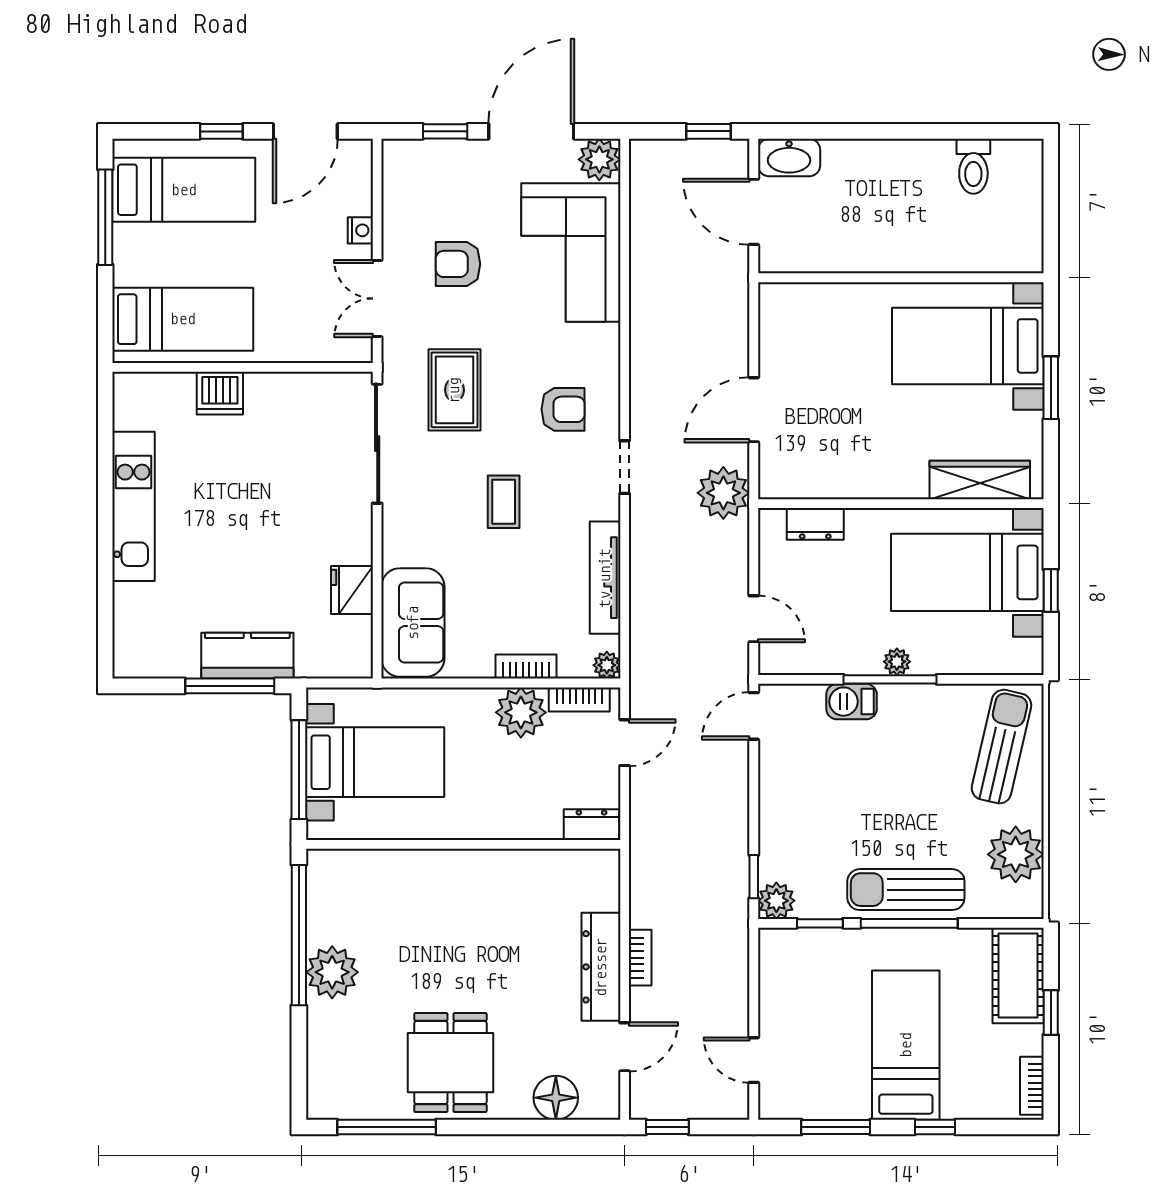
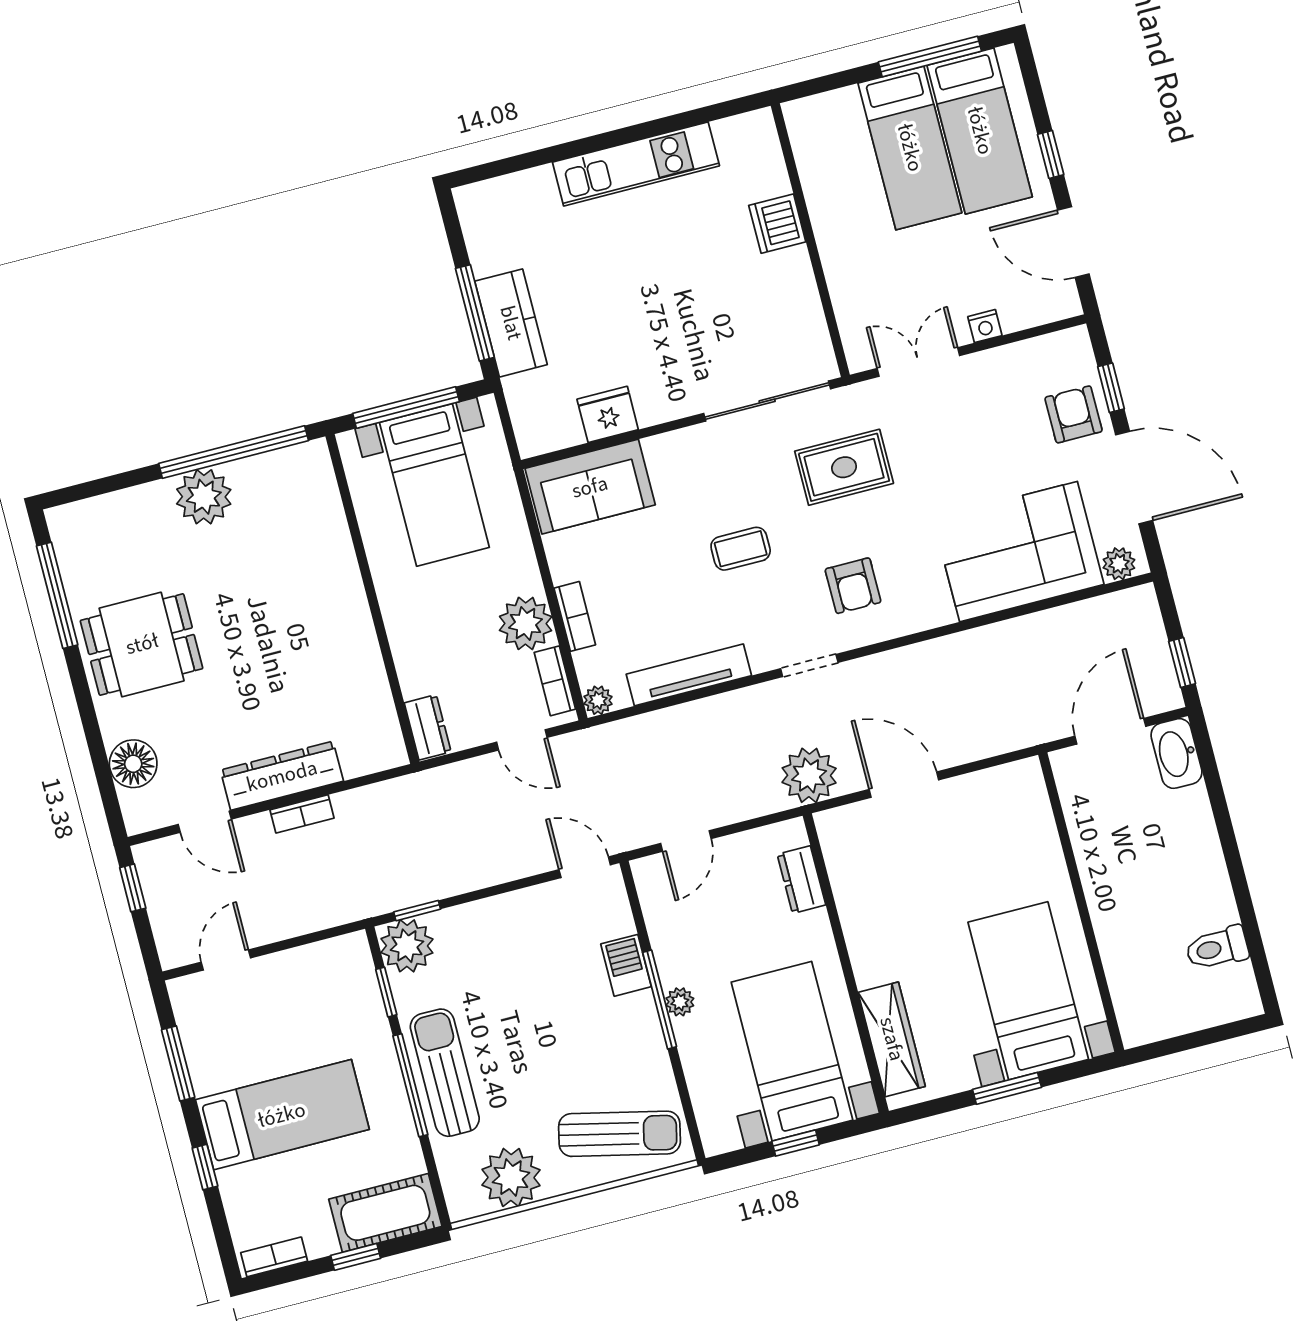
plant: (599, 159) -> (1119, 564), width x0.73, depth x0.73
armchair: (458, 264) -> (1074, 414), moved
bed: (183, 319) -> (910, 148), moved
plant: (776, 901) -> (407, 946), width x1.36, depth x1.36

